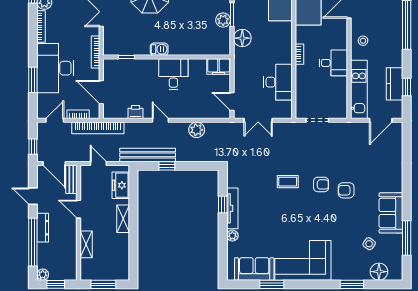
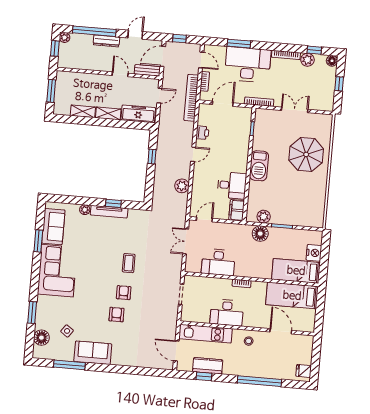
plant: (223, 20) -> (264, 217), moved
barbecue: (159, 49) -> (259, 166), width x1.88, depth x1.53
desk: (333, 63) -> (227, 313), width x1.37
desk: (173, 74) -> (232, 185), moved
bench: (148, 155) -> (163, 140), removed
armchair: (321, 184) -> (124, 293), turned 180
freezer: (121, 185) -> (138, 114), width x1.40
door: (78, 209) -> (120, 74), hinge flipped
shelving: (86, 244) -> (83, 111), moved

